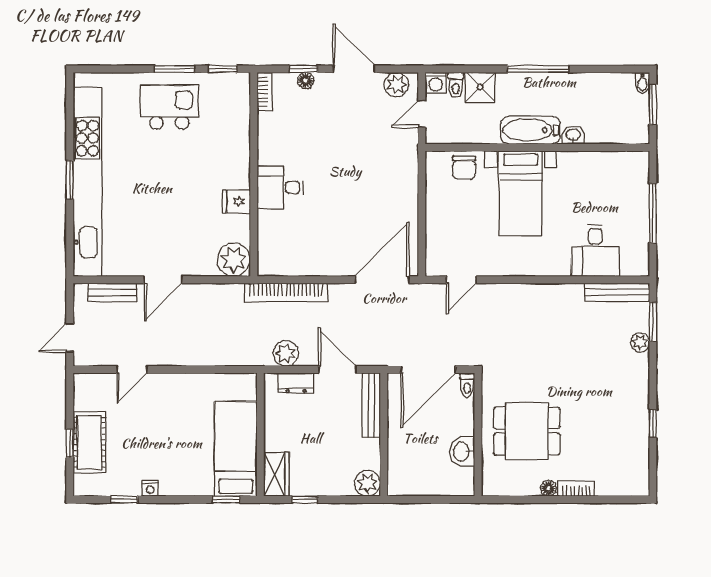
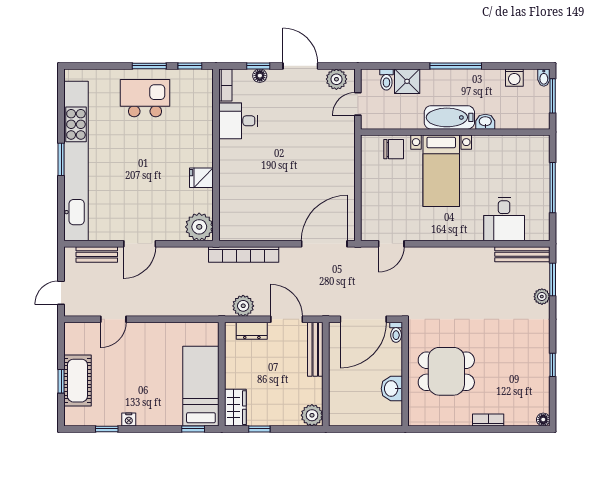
washing machine: (436, 83) -> (514, 78), moved
chair: (464, 168) -> (394, 149), turned -90
desk: (280, 187) -> (238, 121), moved
floor lamp: (548, 488) -> (543, 420), moved

